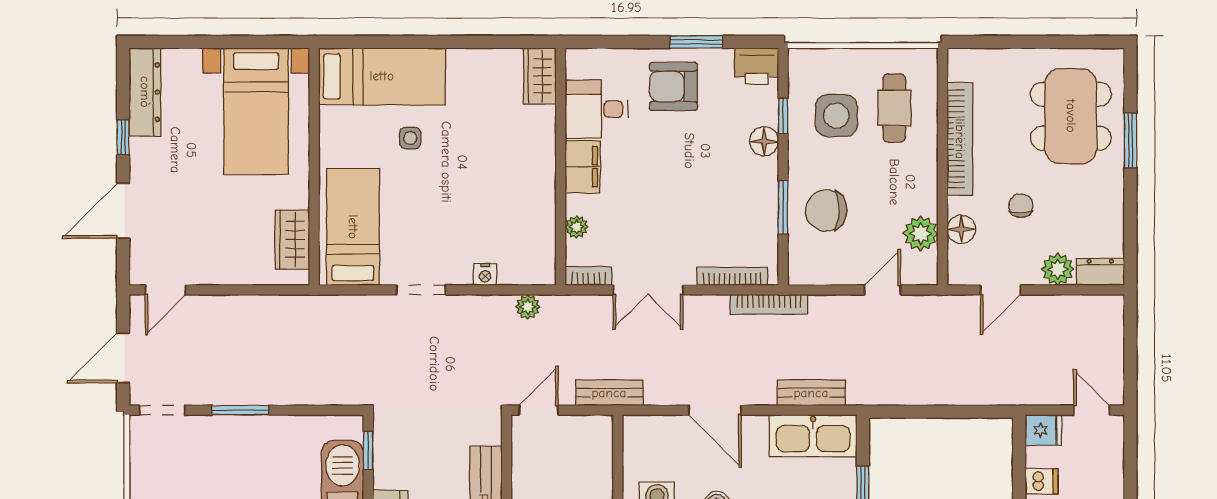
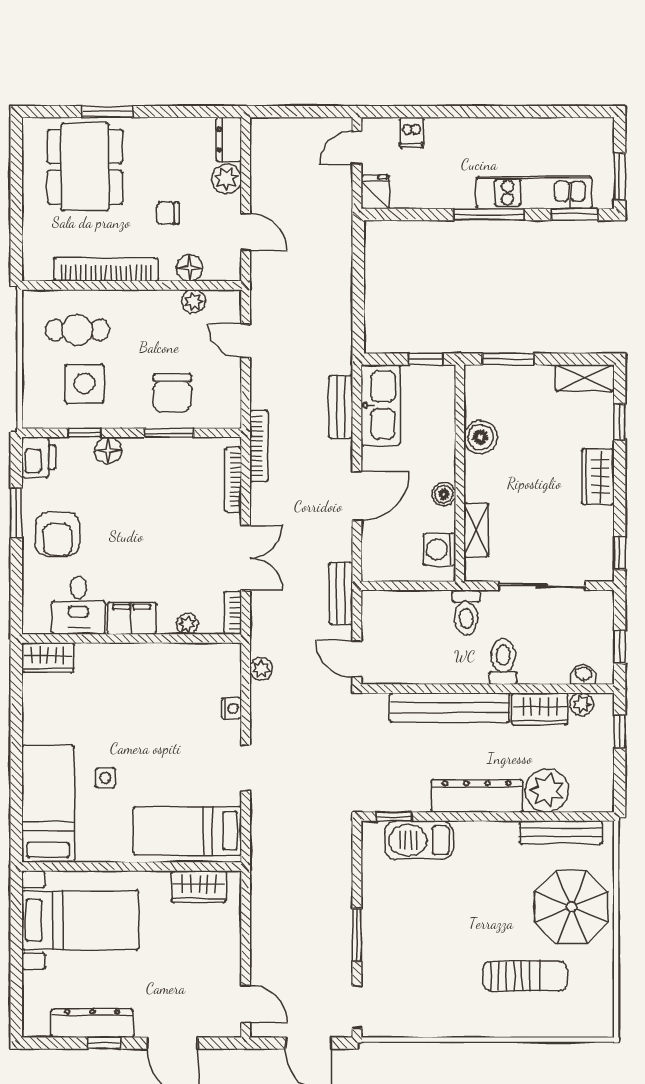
dresser: (145, 92) -> (92, 1023), moved
dining table: (1071, 116) -> (85, 167), turned 90
plant: (921, 234) -> (193, 301), width x0.73, depth x0.73
dishwasher: (1042, 481) -> (412, 132), moved, turned 180

